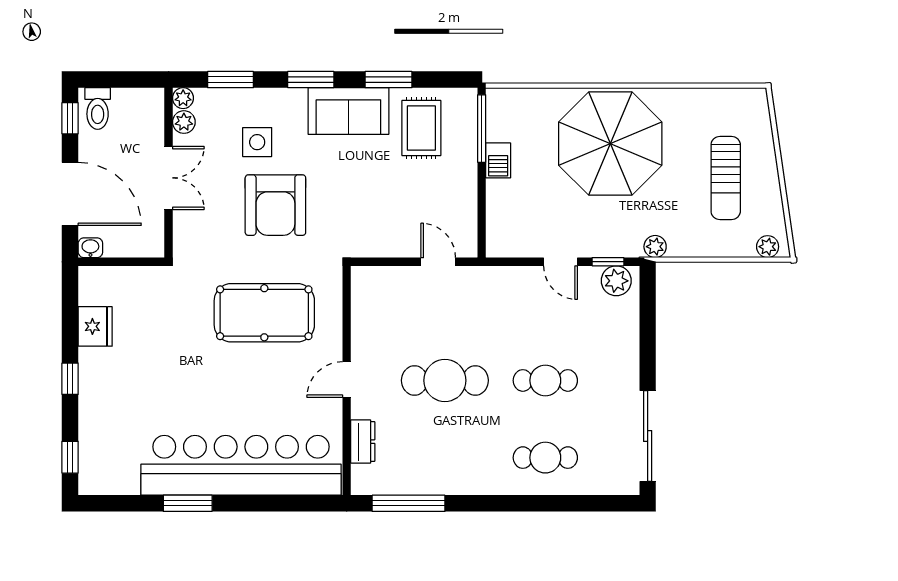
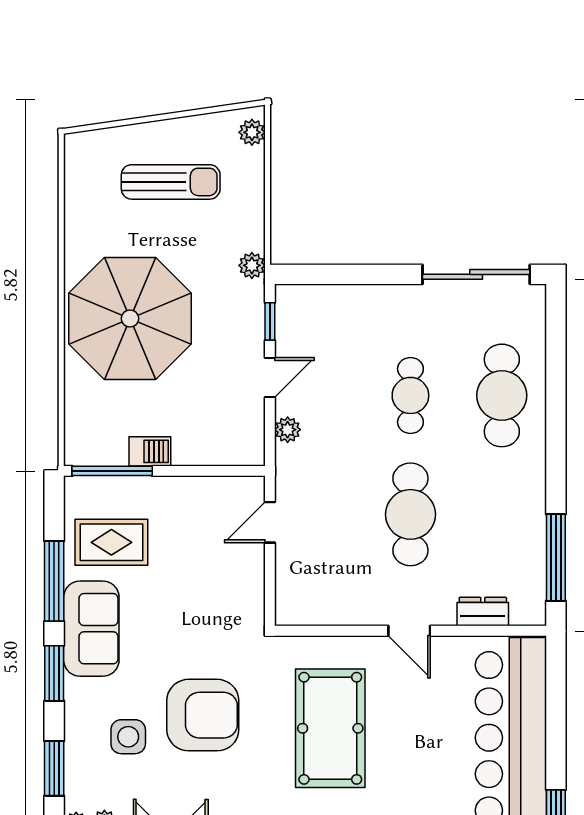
window: (388, 80) -> (54, 581), width x1.44
plant: (616, 281) -> (288, 430), moved, width x0.73, depth x0.73
cafe table: (545, 458) -> (502, 395), width x1.37, depth x1.35

